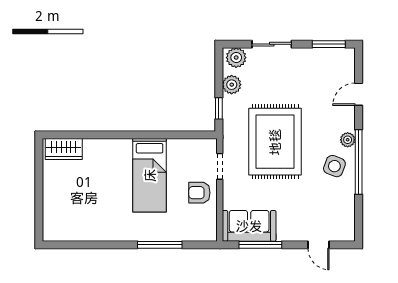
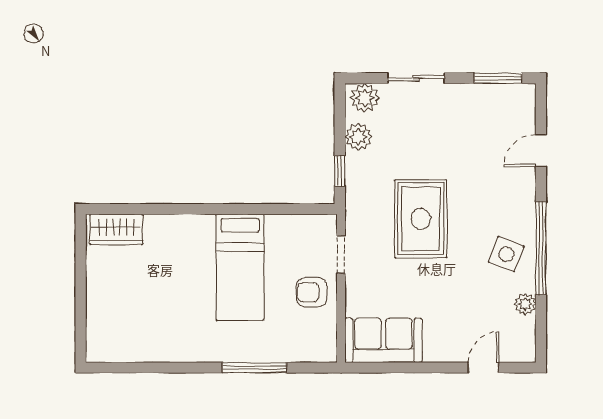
plant: (348, 140) -> (525, 304), moved
rug: (275, 142) -> (421, 219), width x0.73, depth x0.69
window: (260, 245) -> (400, 368), removed
door: (319, 245) -> (483, 368), swing flipped

